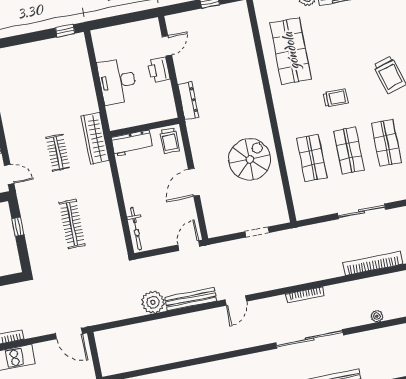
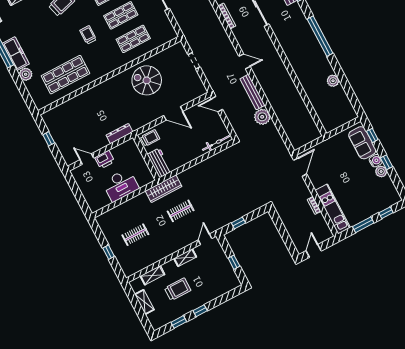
window: (65, 31) -> (109, 252), moved
clothes rail: (72, 224) -> (135, 235), moved, width x0.73

